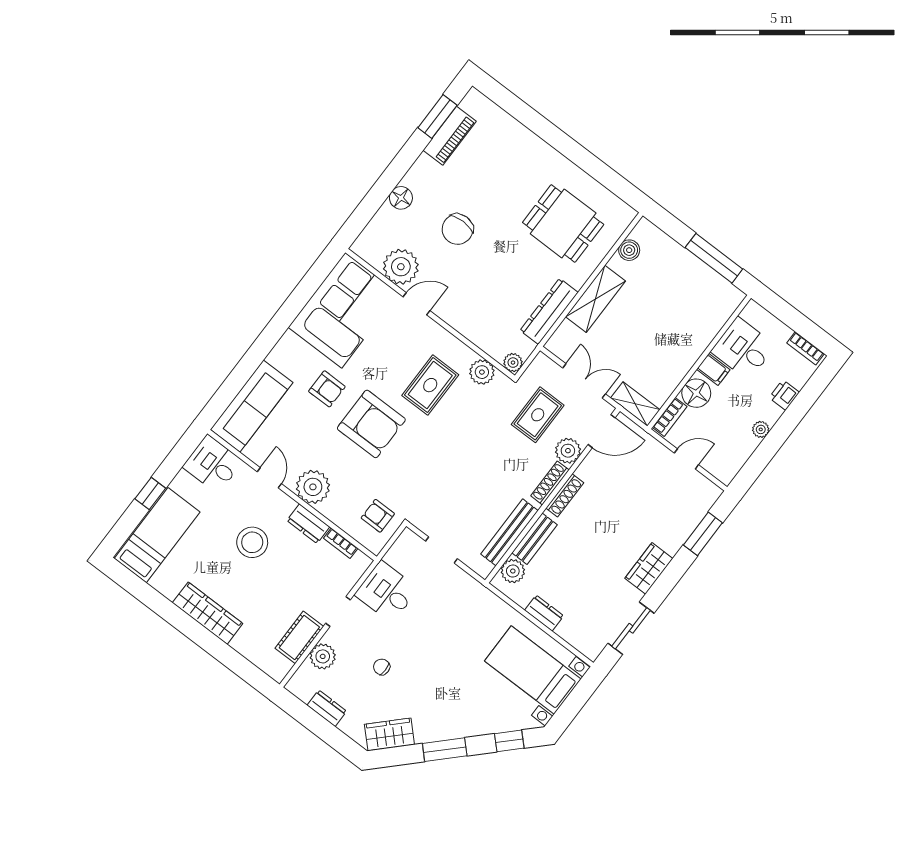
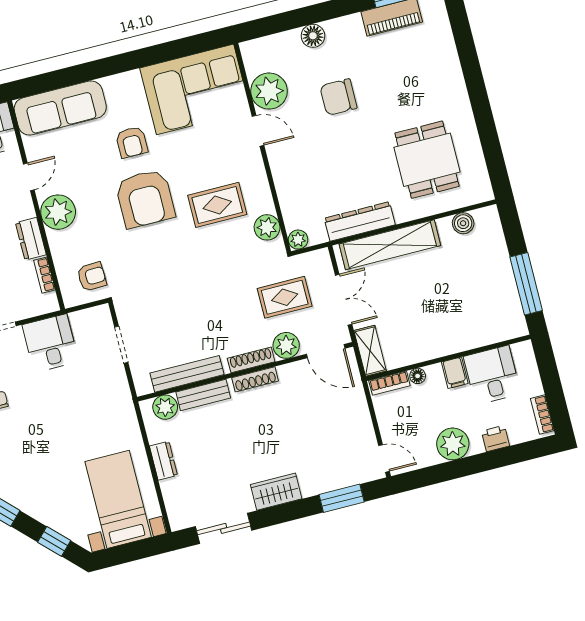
shelving: (595, 299) -> (390, 245), width x1.47
floor lamp: (696, 393) -> (418, 376), width x0.53, depth x0.53
plant: (761, 429) -> (453, 444), width x1.88, depth x1.88
door: (686, 459) -> (384, 458), moved
armchair: (378, 516) -> (92, 277), turned 88

